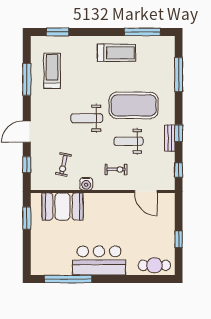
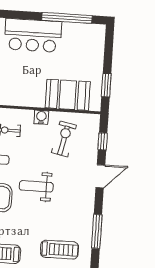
treadmill: (52, 71) -> (59, 250), moved, turned -90
weight bench: (87, 118) -> (36, 186), turned 180
exercise bike: (63, 165) -> (64, 139), width x1.38, depth x1.39

